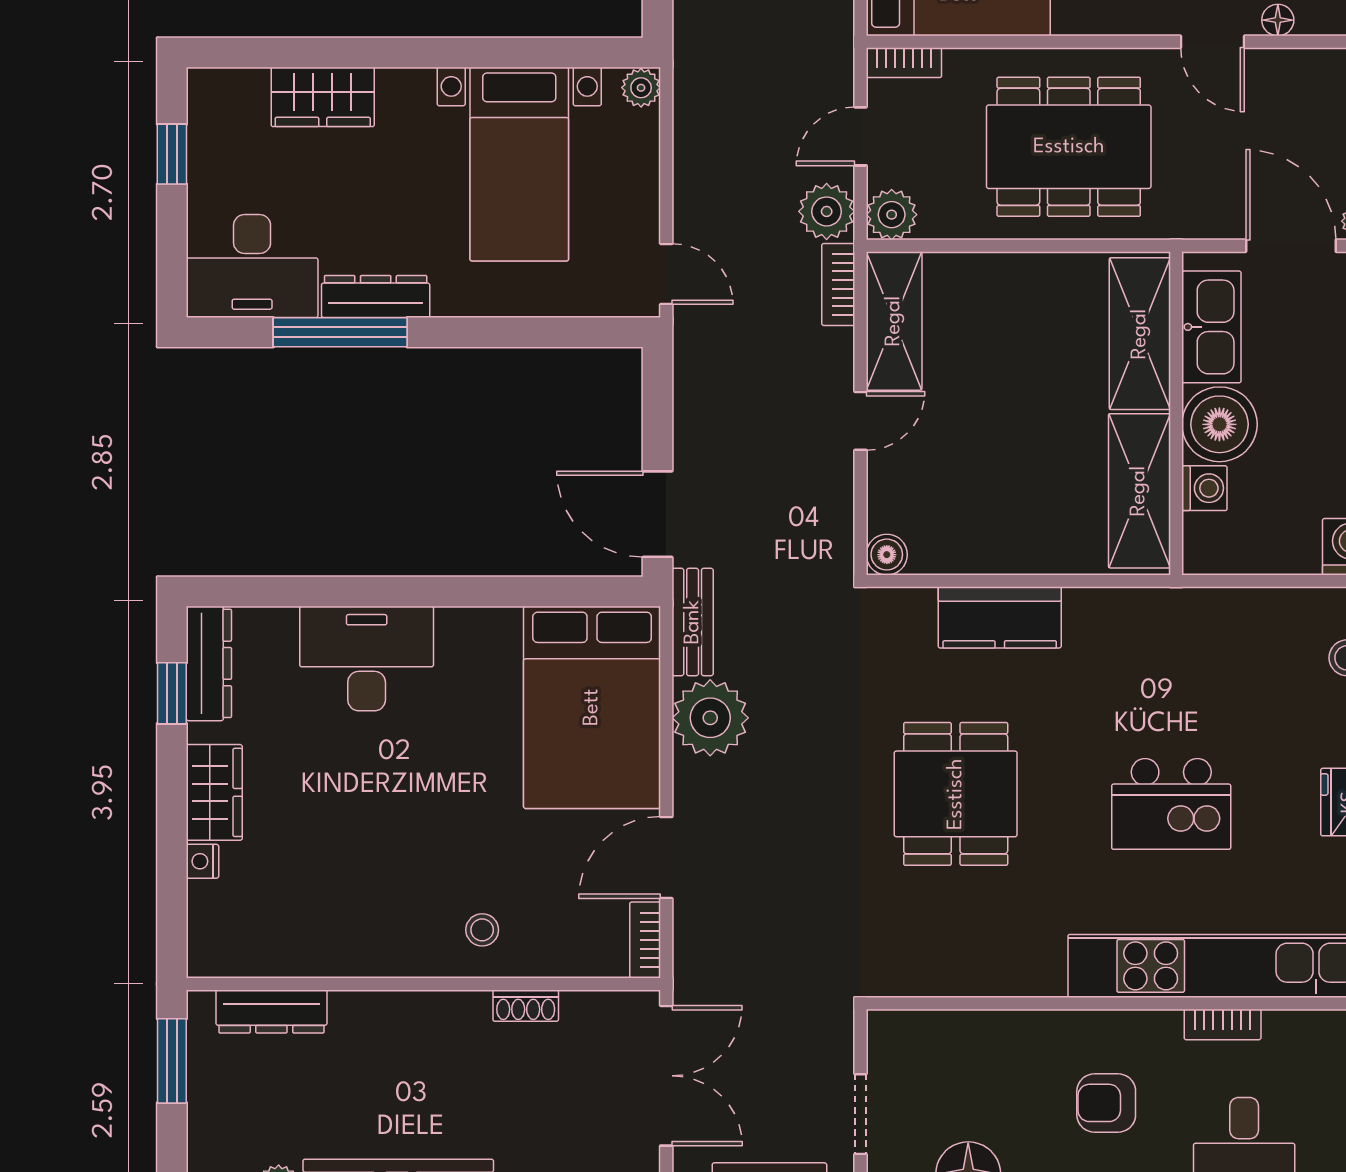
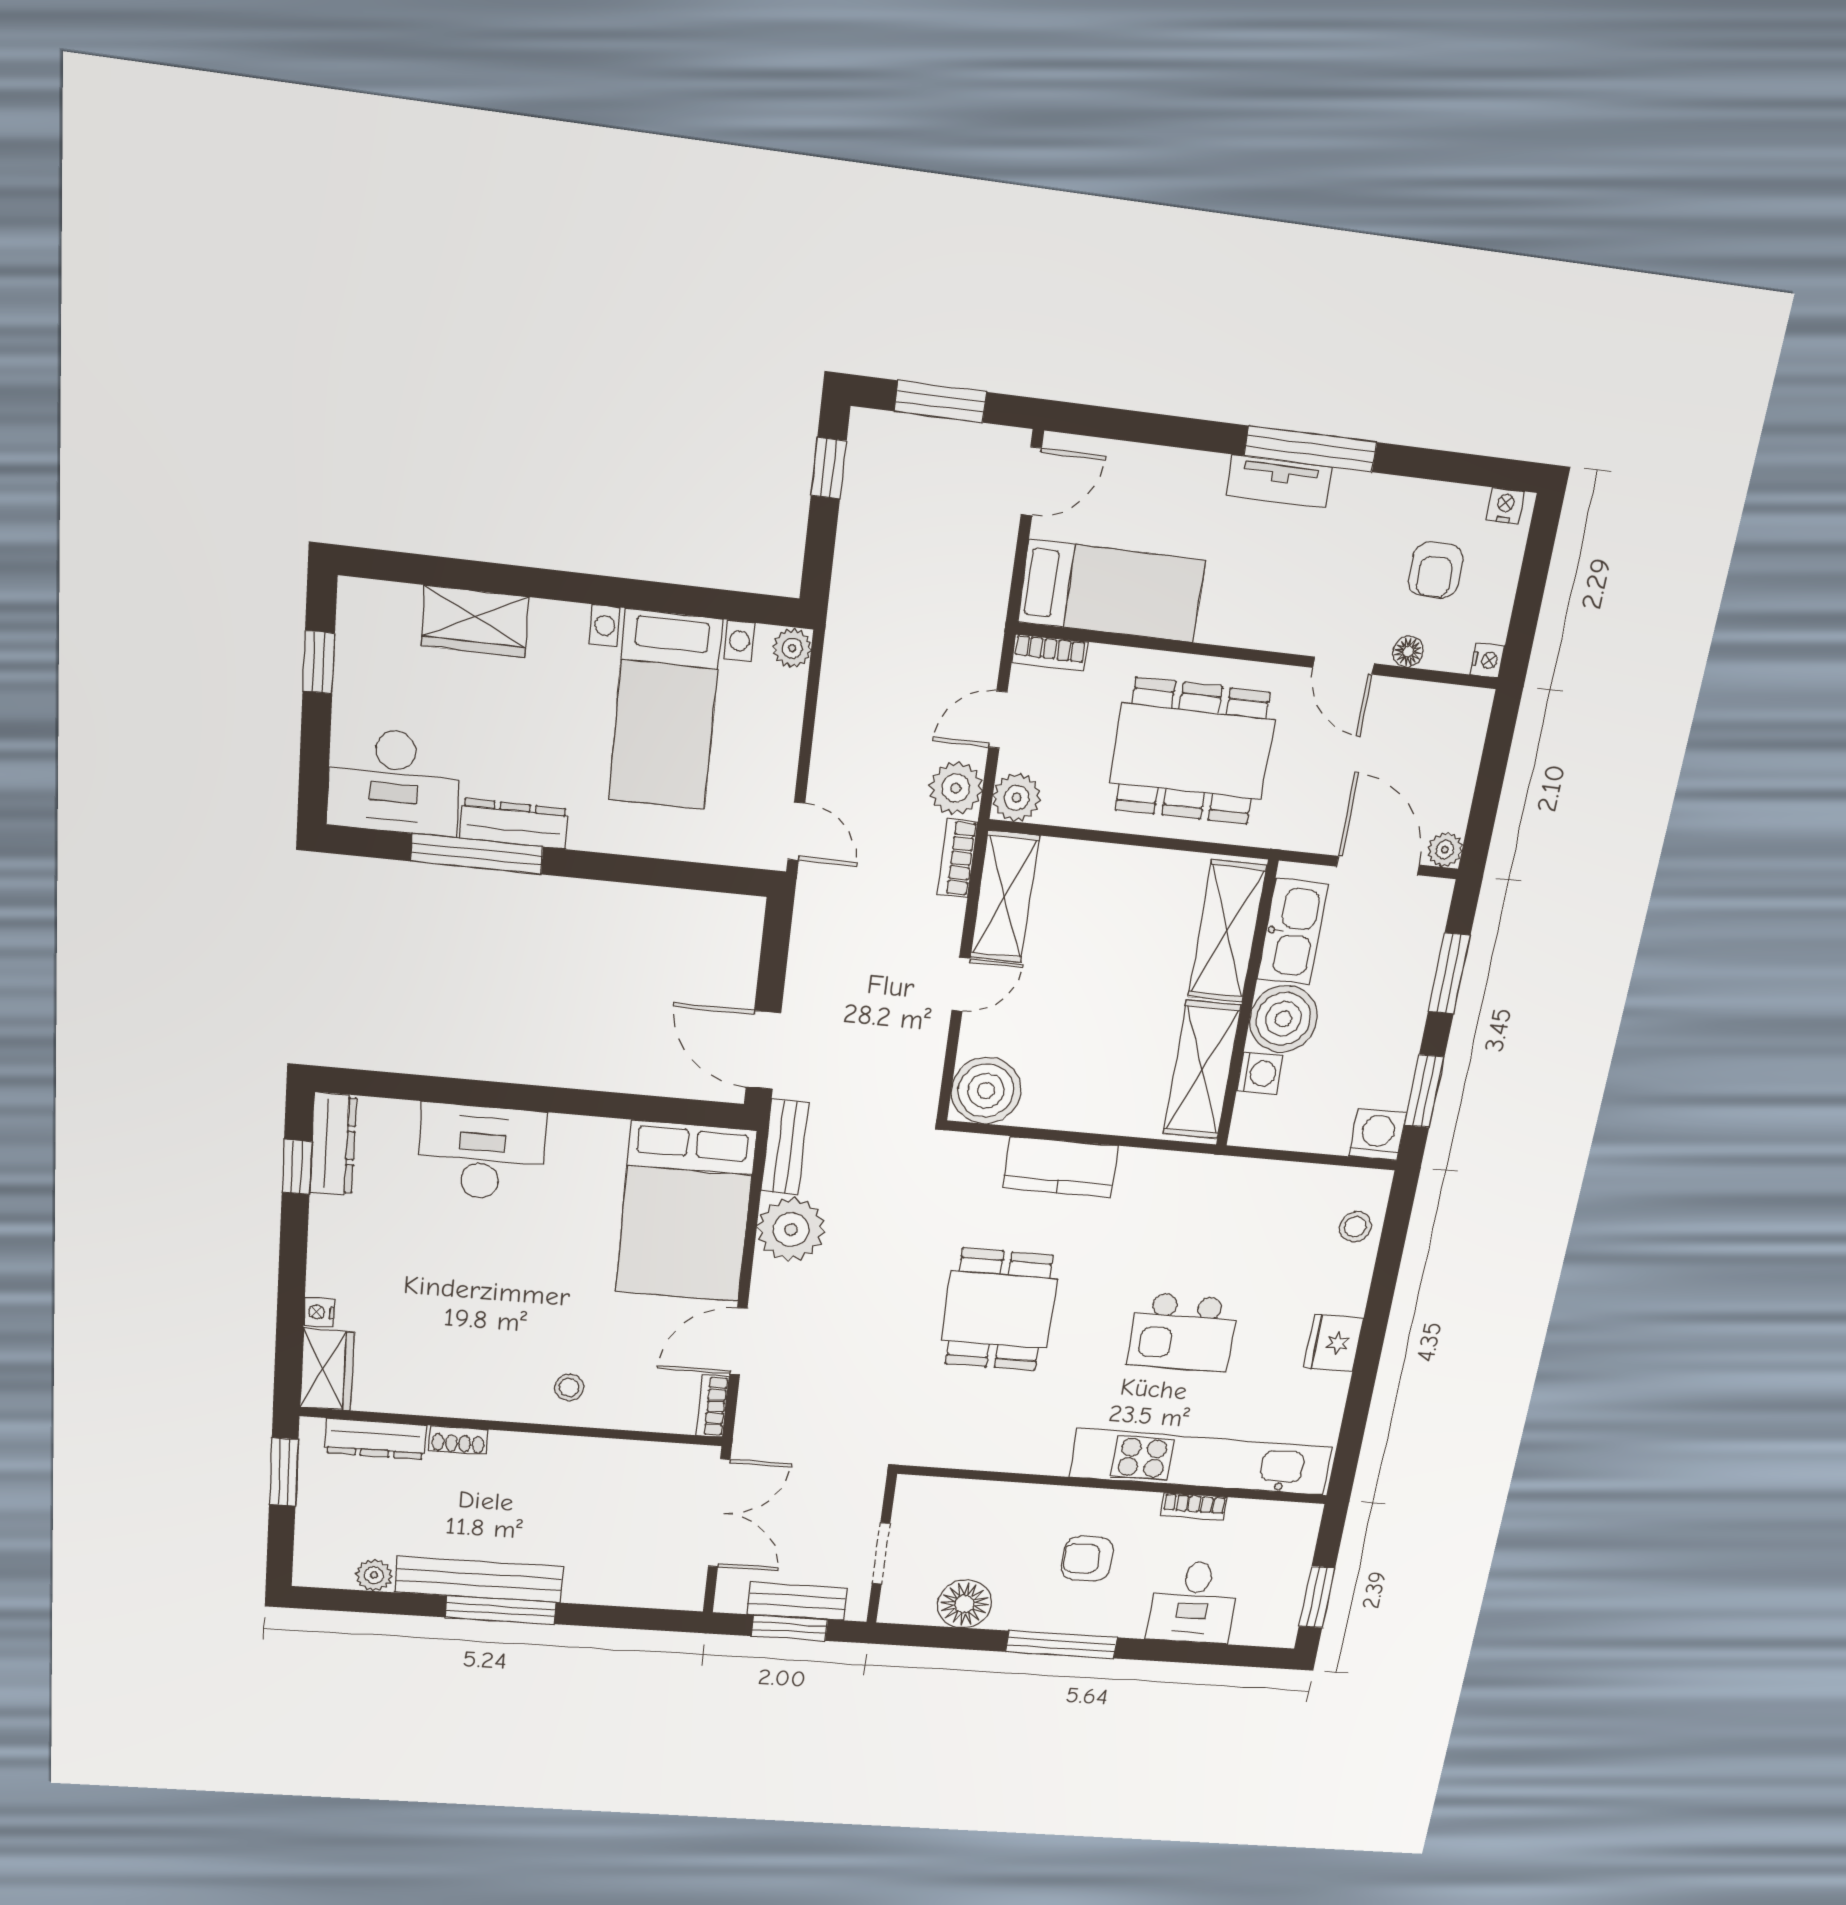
boiler: (887, 555) -> (986, 1091), width x1.86, depth x1.86
wardrobe: (214, 792) -> (327, 1370), moved
shoe rack: (526, 1006) -> (458, 1440), moved

